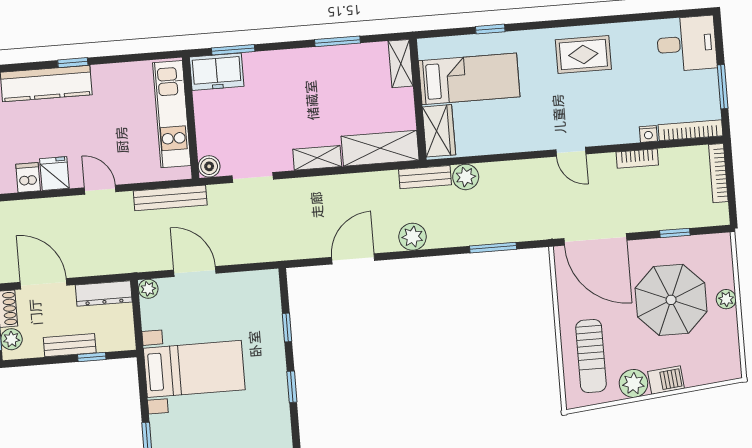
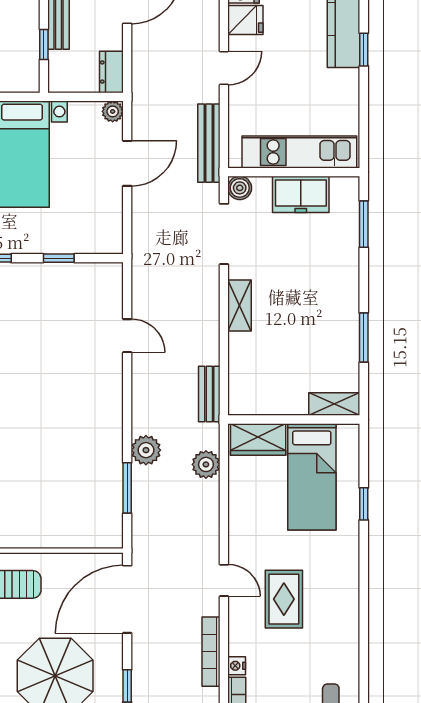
rug: (583, 55) -> (284, 599), moved
freezer: (217, 72) -> (301, 194), moved, turned -90
shelving: (380, 148) -> (244, 374), removed
door: (571, 152) -> (224, 580), swing flipped
bookcase: (637, 158) -> (211, 652), width x1.56
doorway: (253, 177) -> (224, 234), width x1.38
bench: (425, 177) -> (209, 394), moved
plant: (412, 237) -> (146, 450), moved
door: (353, 259) -> (127, 336), width x0.73
dresser: (104, 293) -> (111, 72), width x0.70

